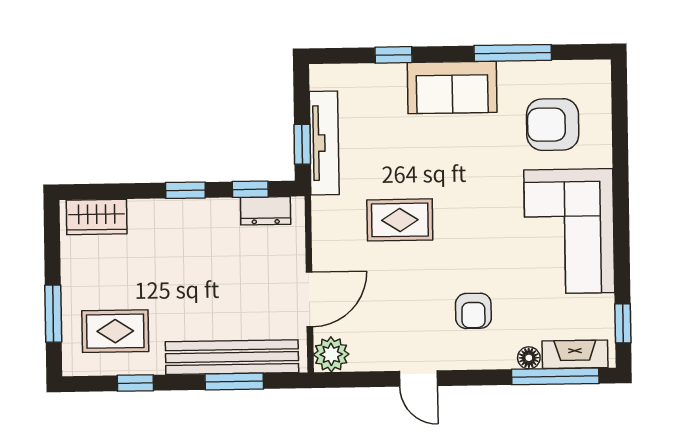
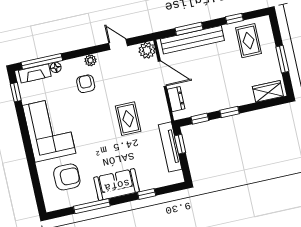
dresser: (266, 211) -> (176, 99), moved, turned 90
rug: (400, 220) -> (128, 119), turned 90
door: (309, 299) -> (162, 74), swing flipped
window: (53, 314) -> (282, 59), moved
rug: (115, 331) -> (248, 41), turned 90
plant: (453, 358) -> (90, 60), added
door: (418, 379) -> (118, 44), moved

